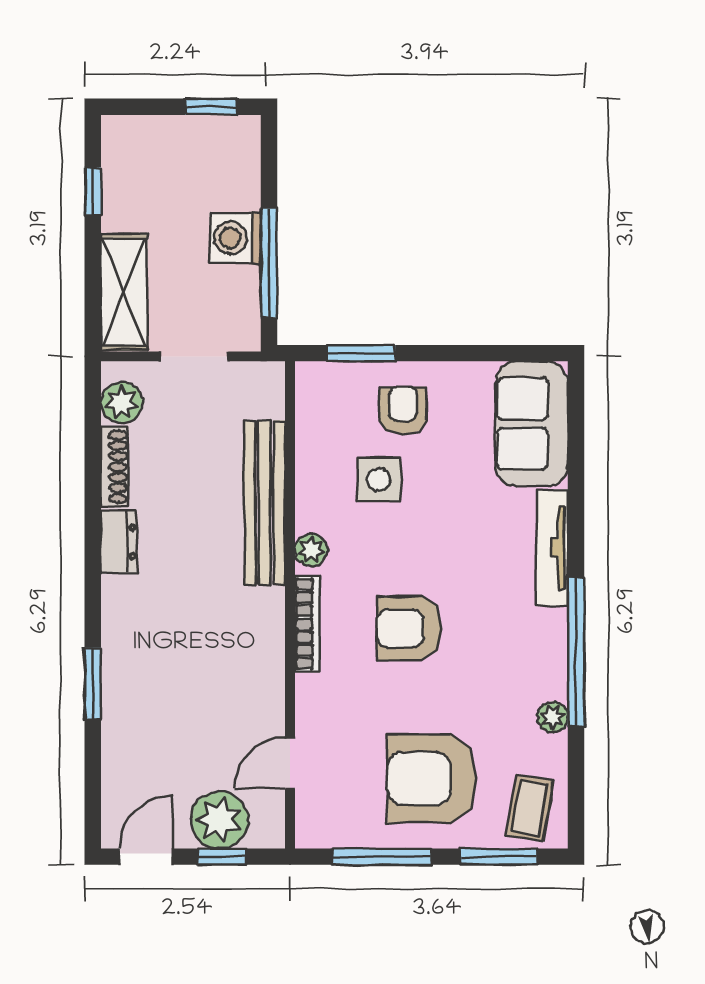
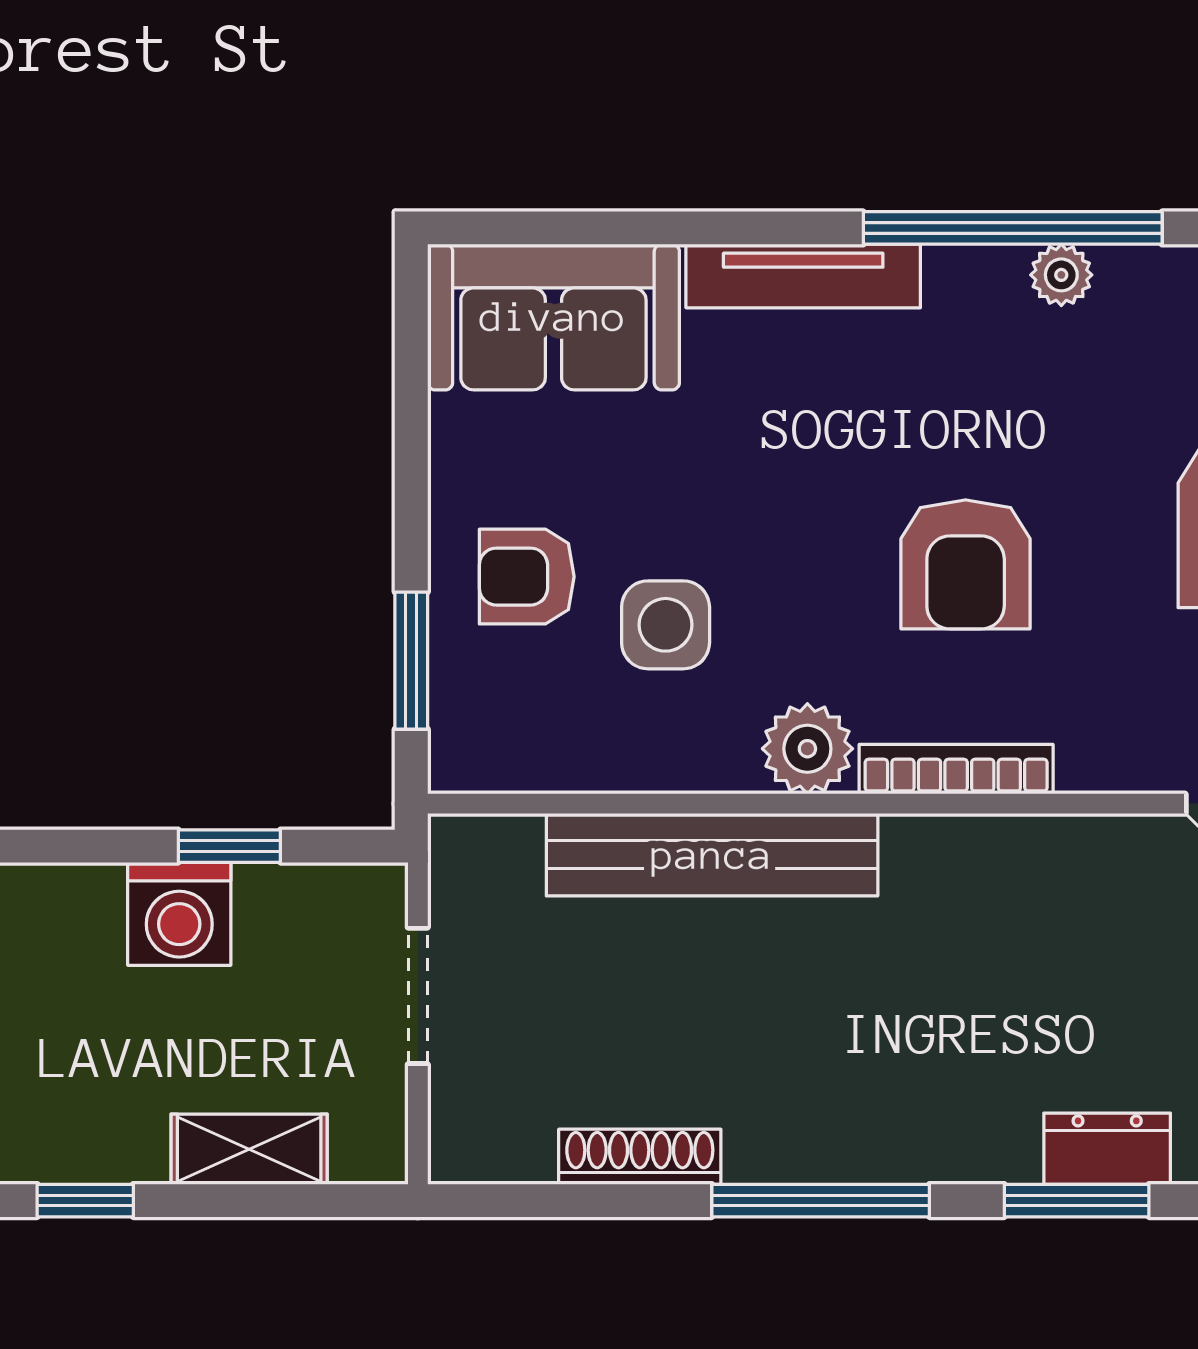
window: (269, 263) -> (229, 846), width x0.46
shelving: (124, 292) -> (249, 1149), width x0.67, depth x0.75
plant: (122, 402) -> (511, 1143), removed
dresser: (119, 542) -> (1107, 1149), moved
plant: (311, 550) -> (807, 749), width x1.38, depth x1.38
window: (93, 557) -> (821, 1201), added
plant: (553, 717) -> (1061, 275), moved

